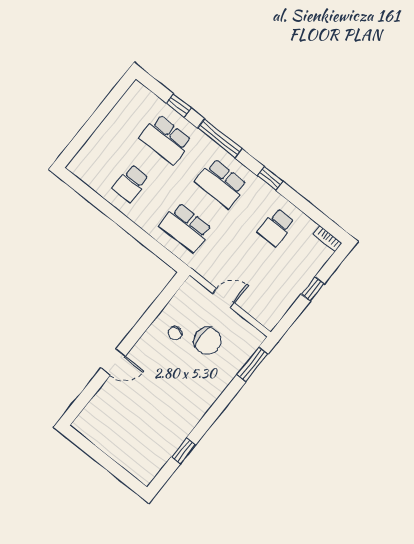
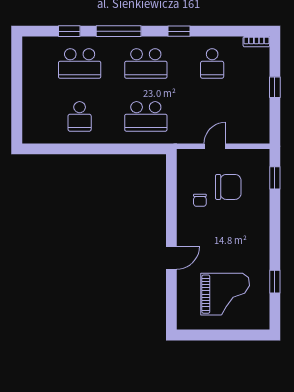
window: (252, 364) -> (275, 178), width x0.67
grand piano: (134, 428) -> (225, 294), added

